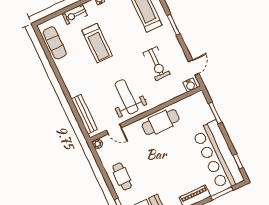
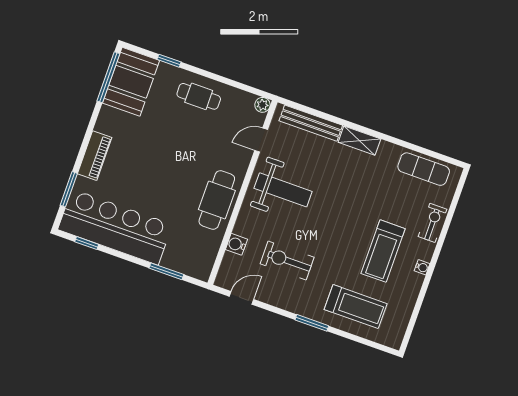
treadmill: (97, 43) -> (383, 251), moved, turned -90
door: (194, 67) -> (241, 298), swing flipped
shelving: (70, 84) -> (359, 141), added
water cooler: (190, 85) -> (236, 244), moved

